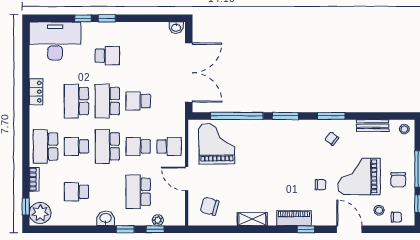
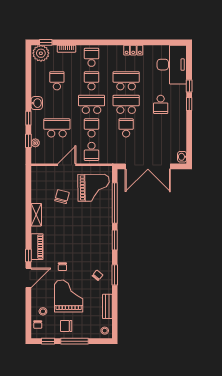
school desk: (46, 146) -> (92, 57), width x0.54
chair: (210, 206) -> (62, 197), moved
door: (349, 229) -> (28, 278), moved

